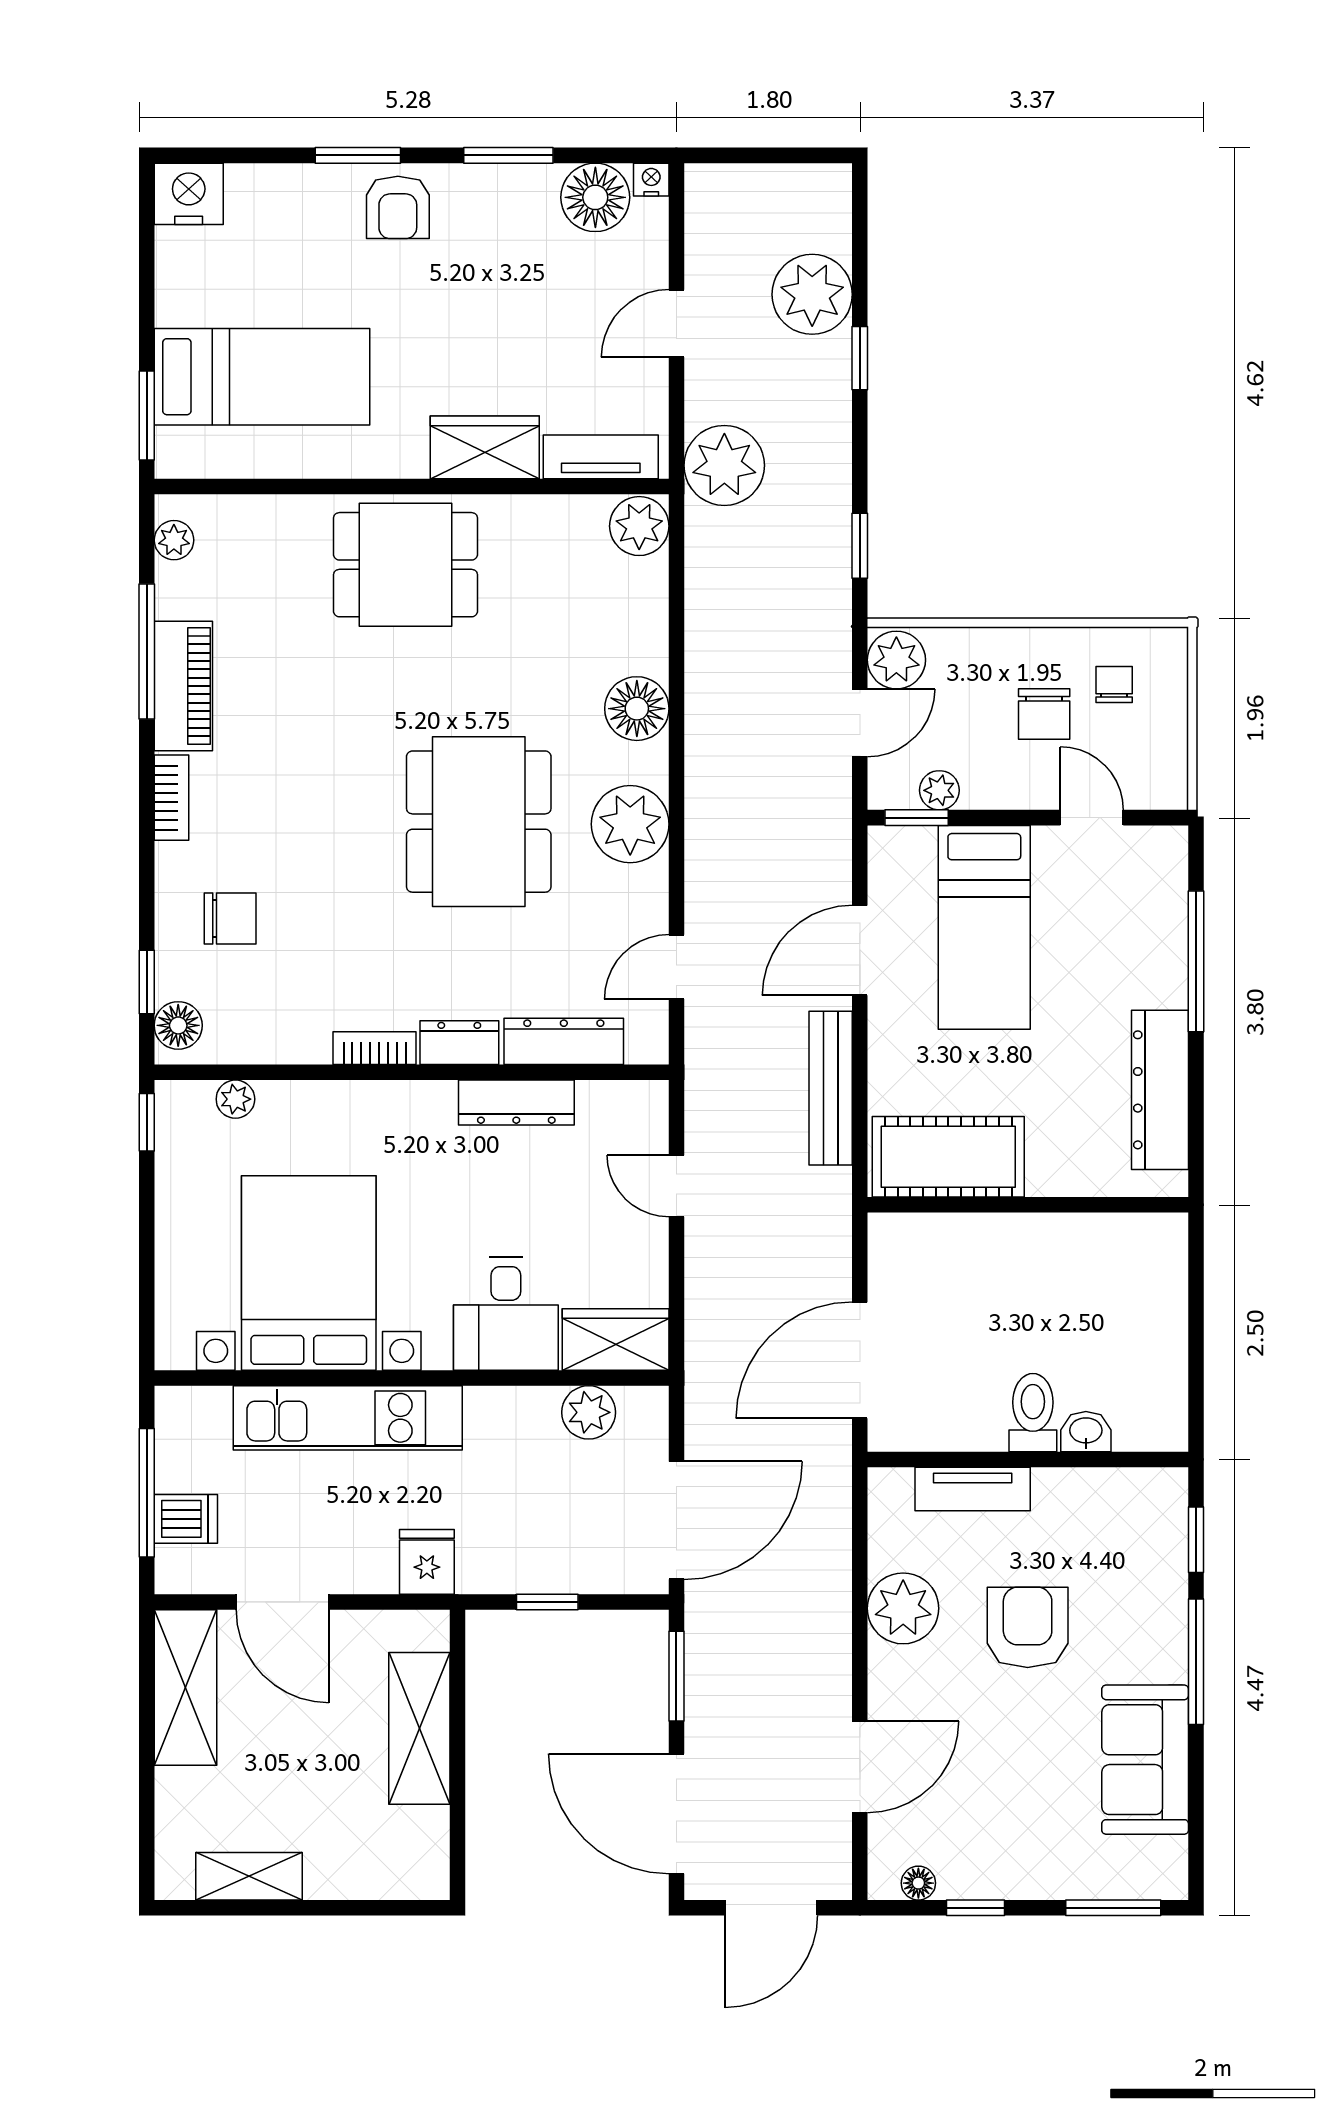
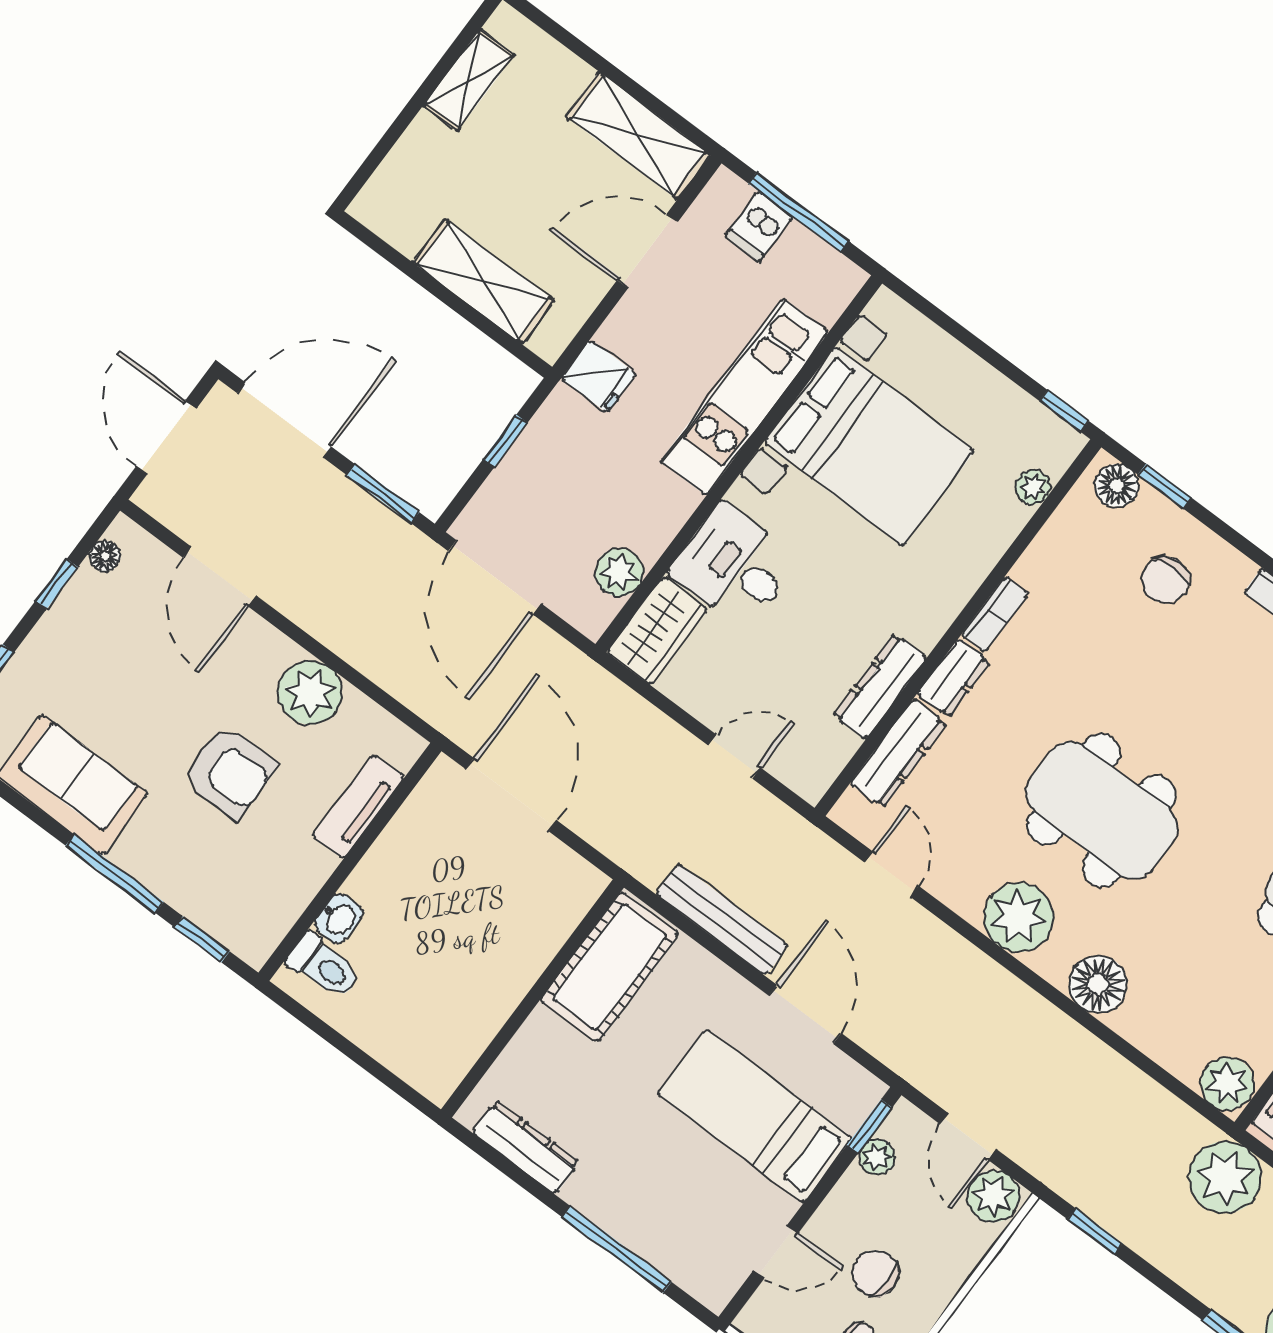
dresser: (1160, 1090) -> (526, 1147), width x0.73, depth x0.80
toilet: (1033, 1413) -> (324, 966), moved

